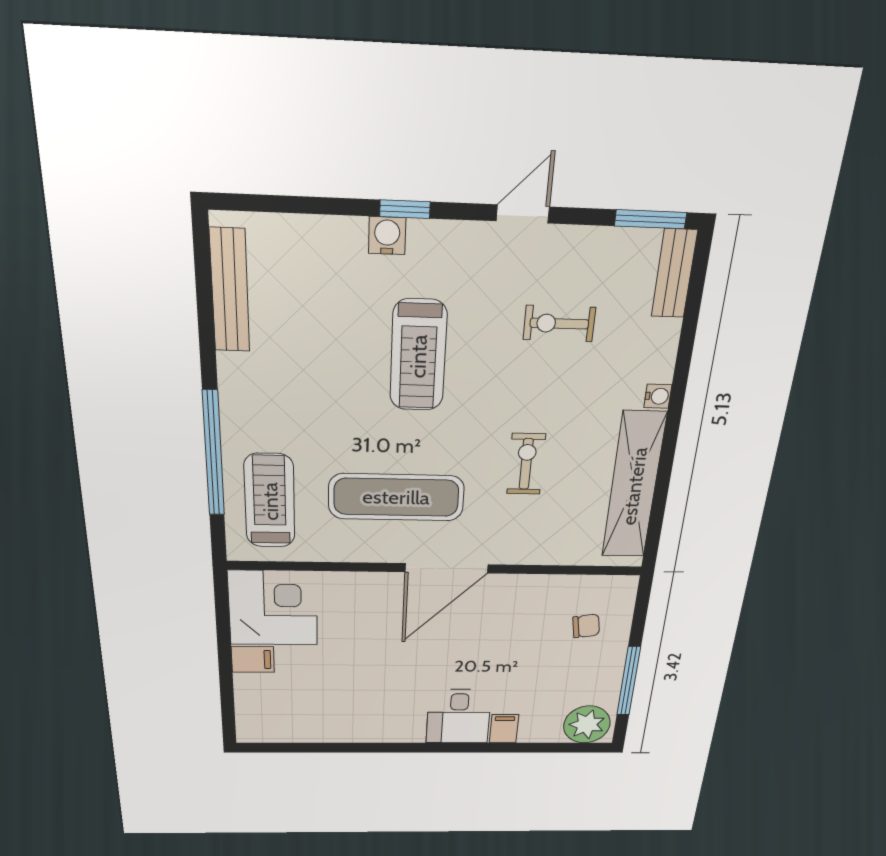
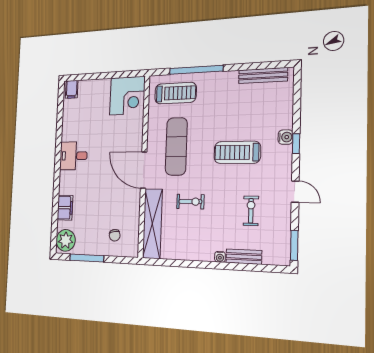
bench: (674, 274) -> (244, 257), moved
shelving: (634, 486) -> (152, 224), moved, turned 90
filing cabinet: (253, 659) -> (72, 89), moved
desk: (459, 716) -> (74, 156), moved
filing cabinet: (504, 729) -> (65, 208), width x2.00

